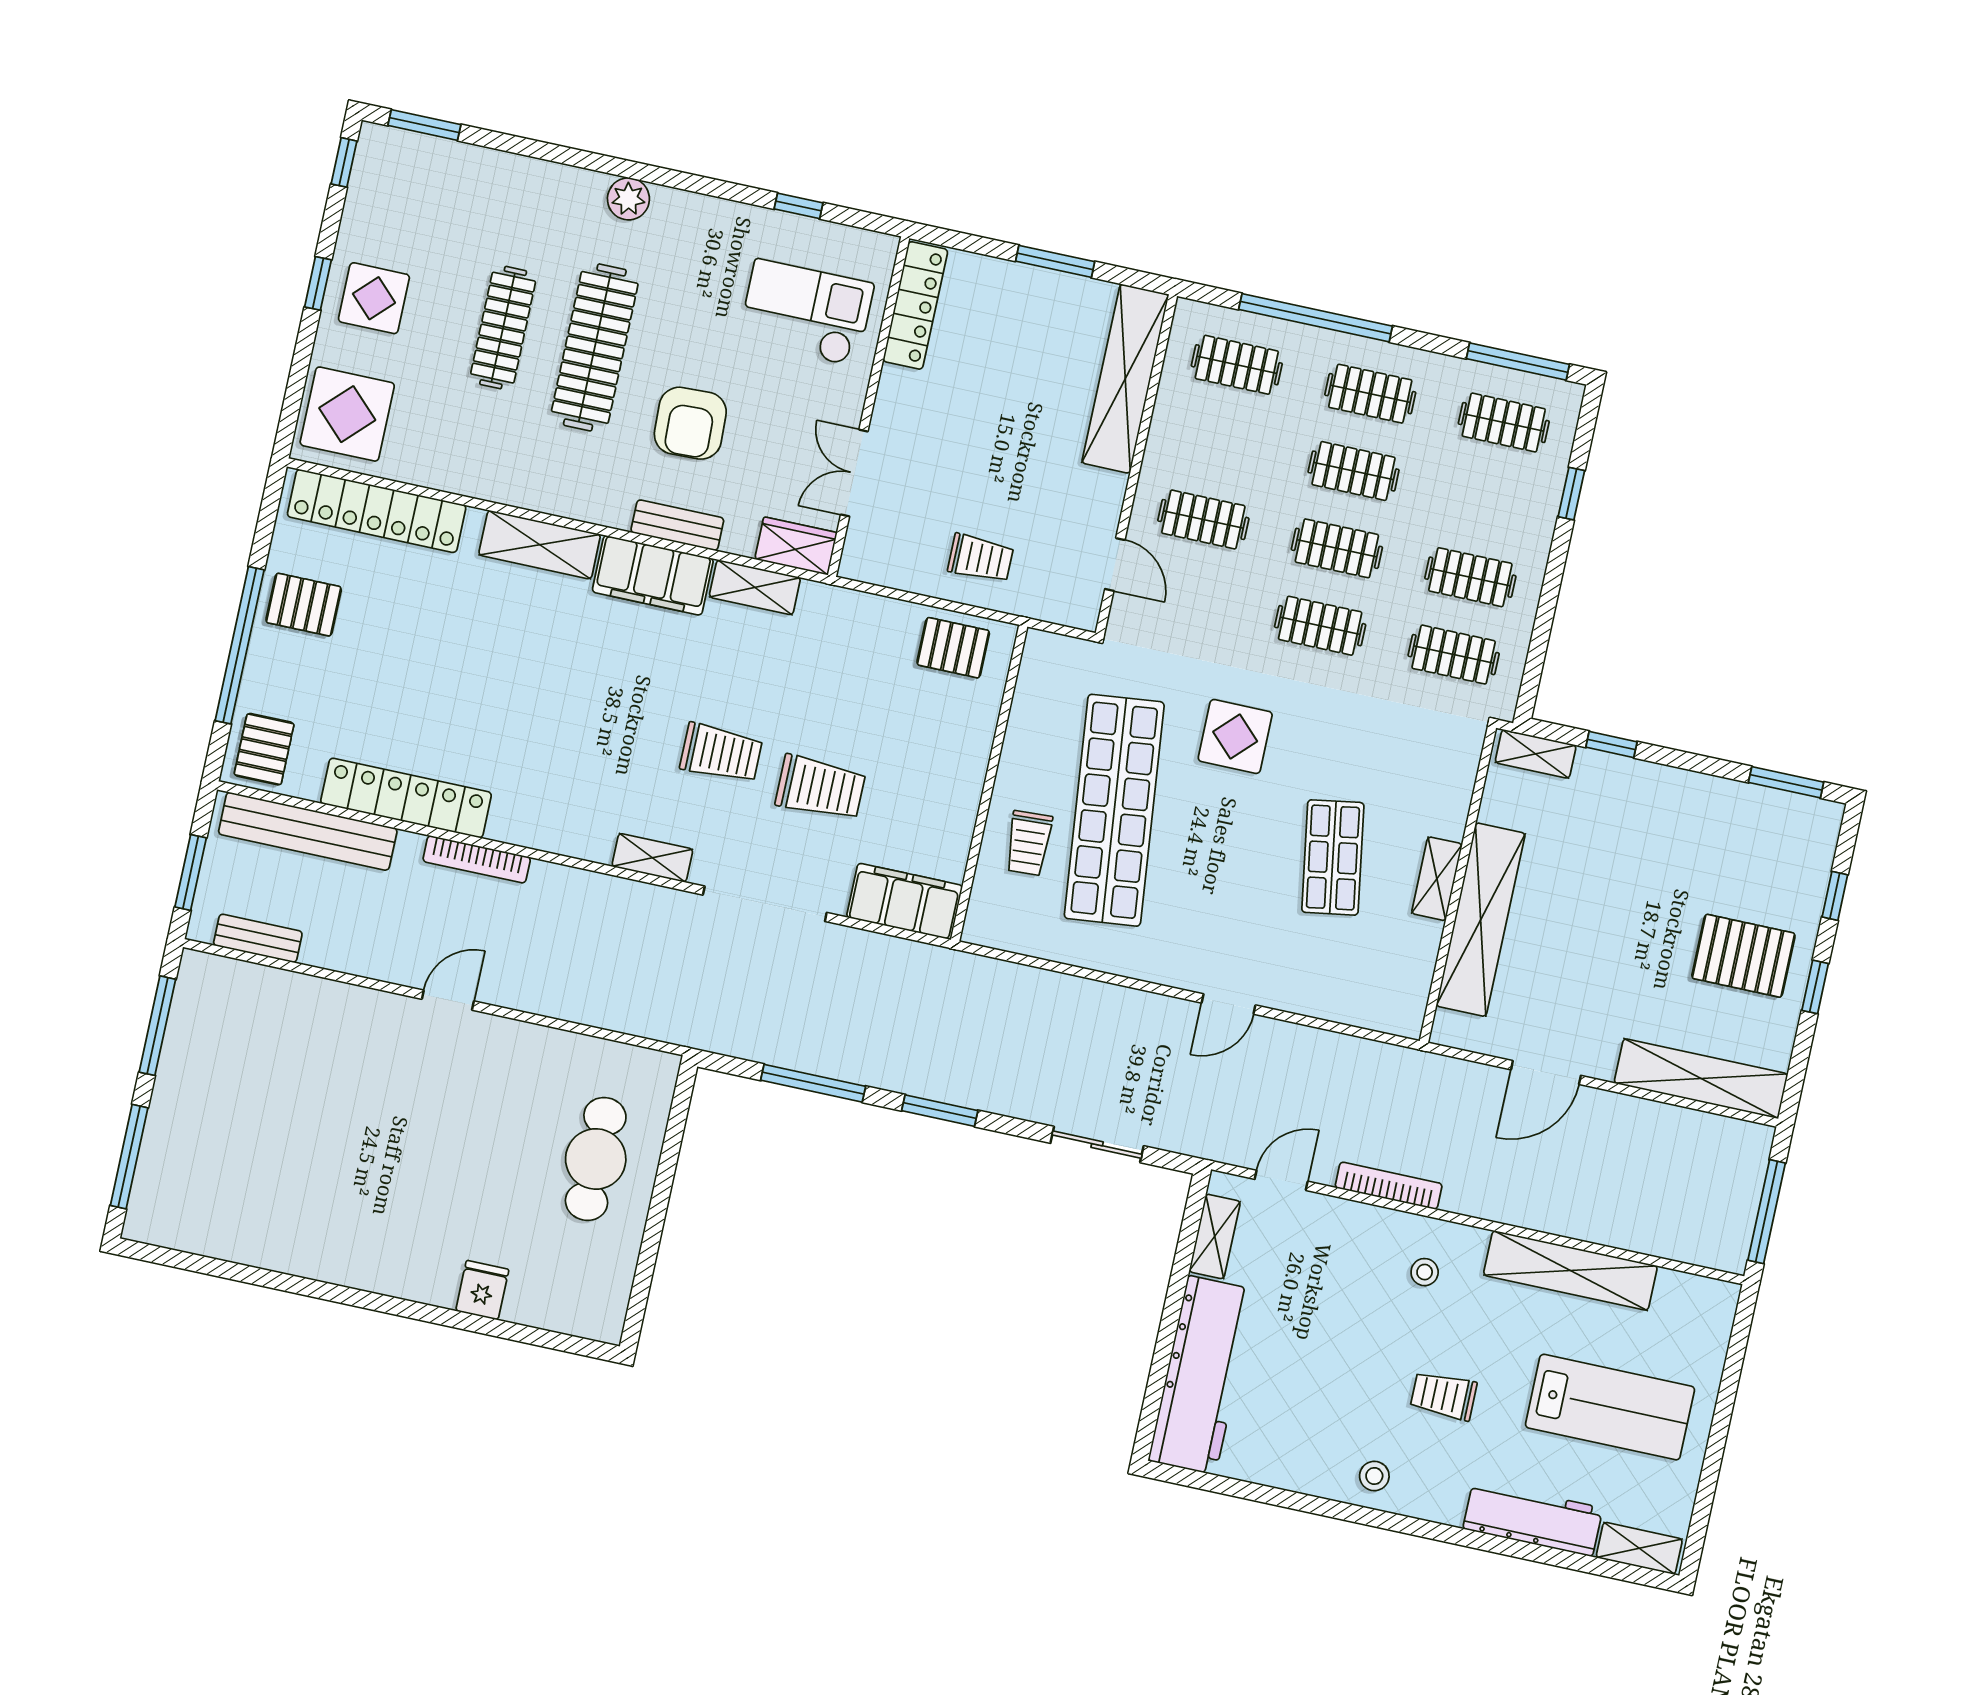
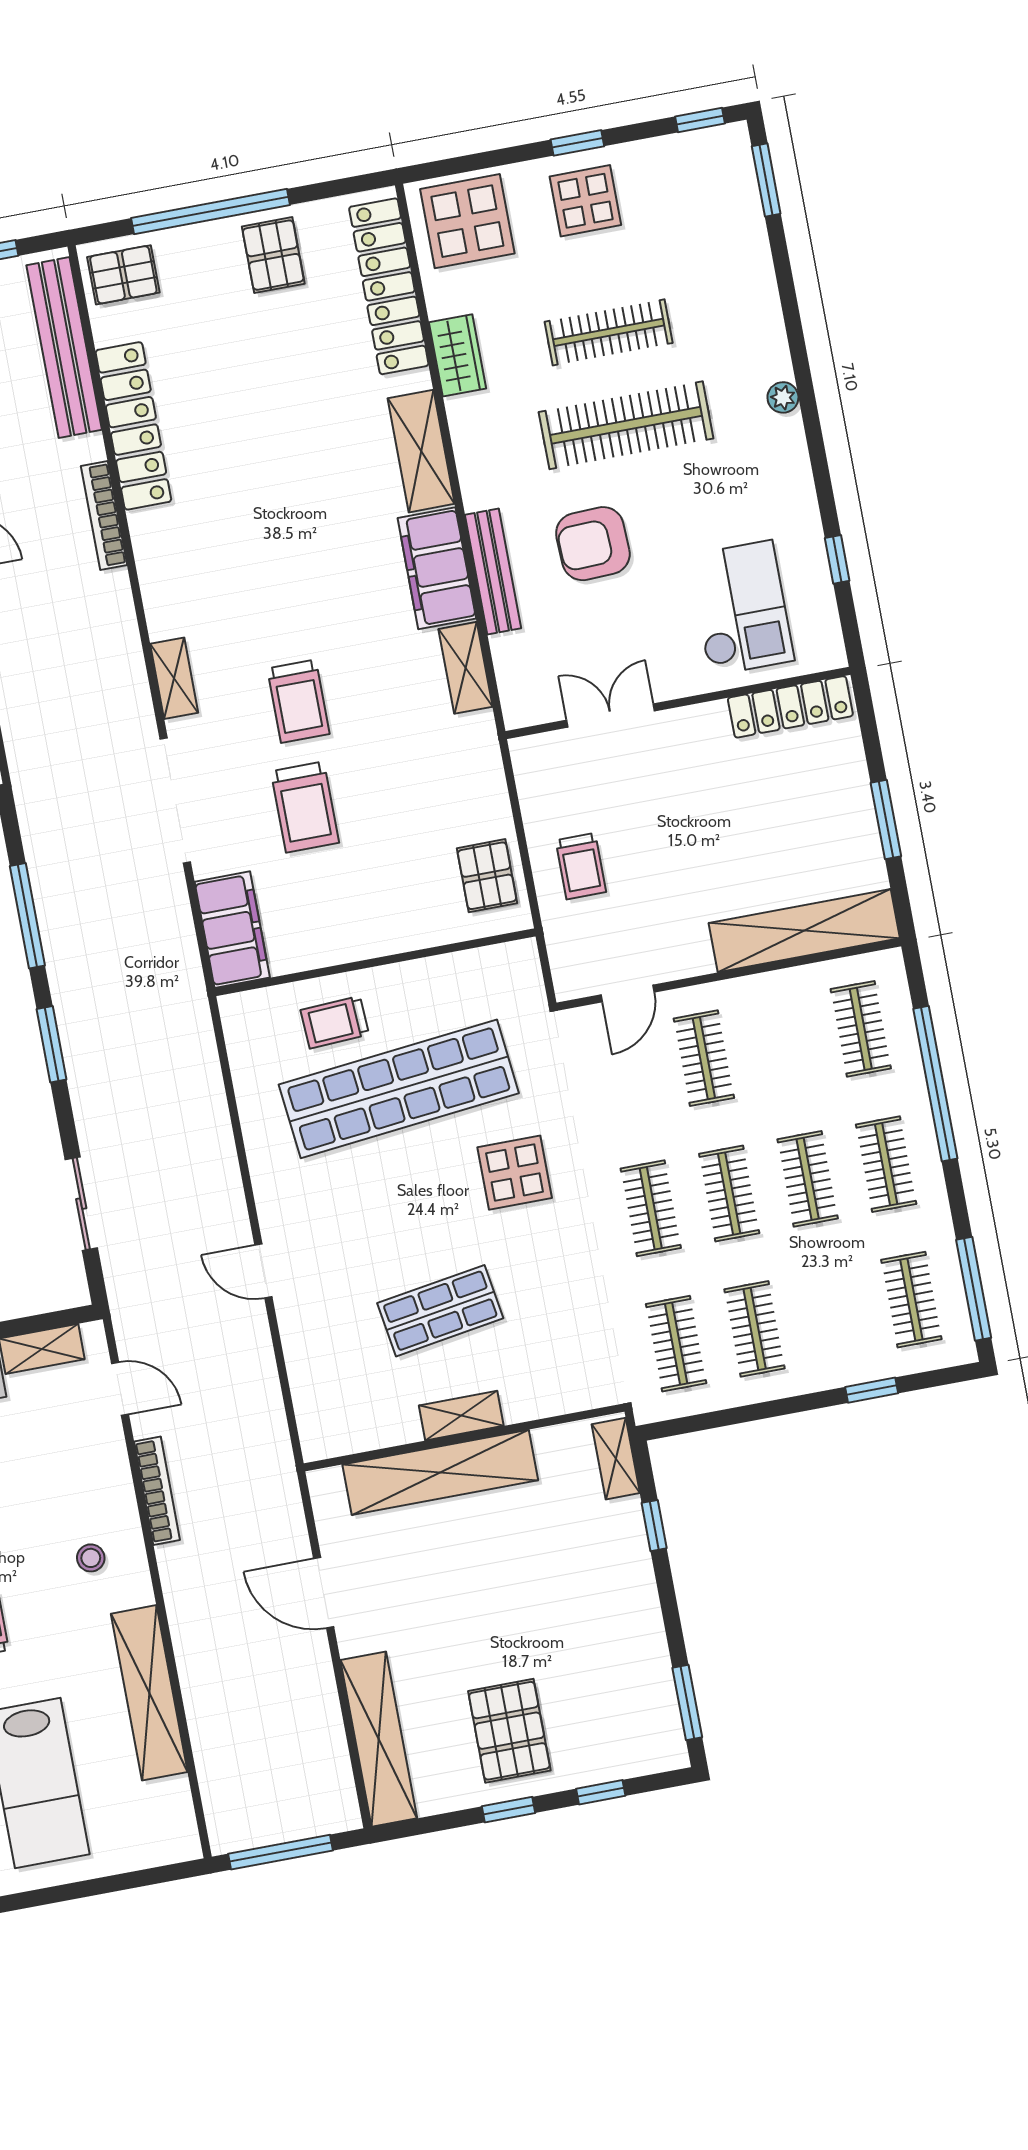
plant: (628, 199) -> (783, 397), width x0.73, depth x0.73
bench: (677, 525) -> (493, 571), width x1.36
wardrobe: (796, 546) -> (457, 355), moved

